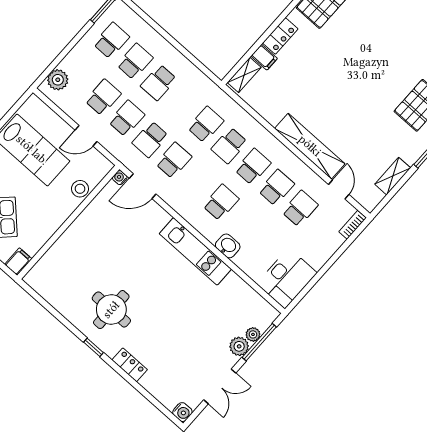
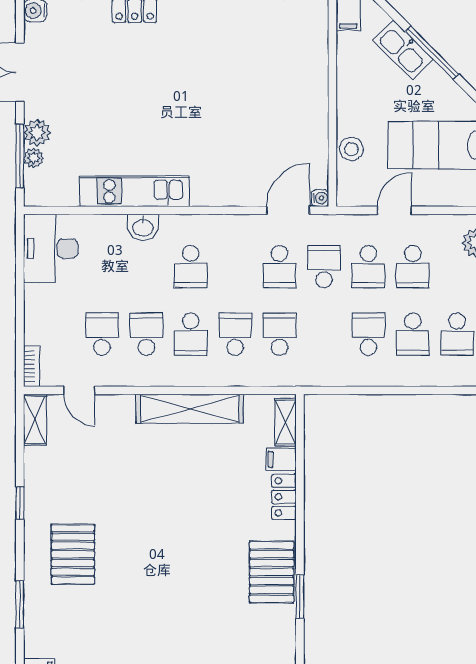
school desk: (206, 124) -> (280, 334), turned 180
shelving: (310, 146) -> (190, 409), moved
shelving: (393, 176) -> (35, 420), moved
school desk: (276, 187) -> (146, 334), turned 180
school desk: (300, 209) -> (102, 334), turned 180
kitchen unit: (195, 251) -> (134, 191), moved
round table: (111, 310) -> (206, 52), removed

